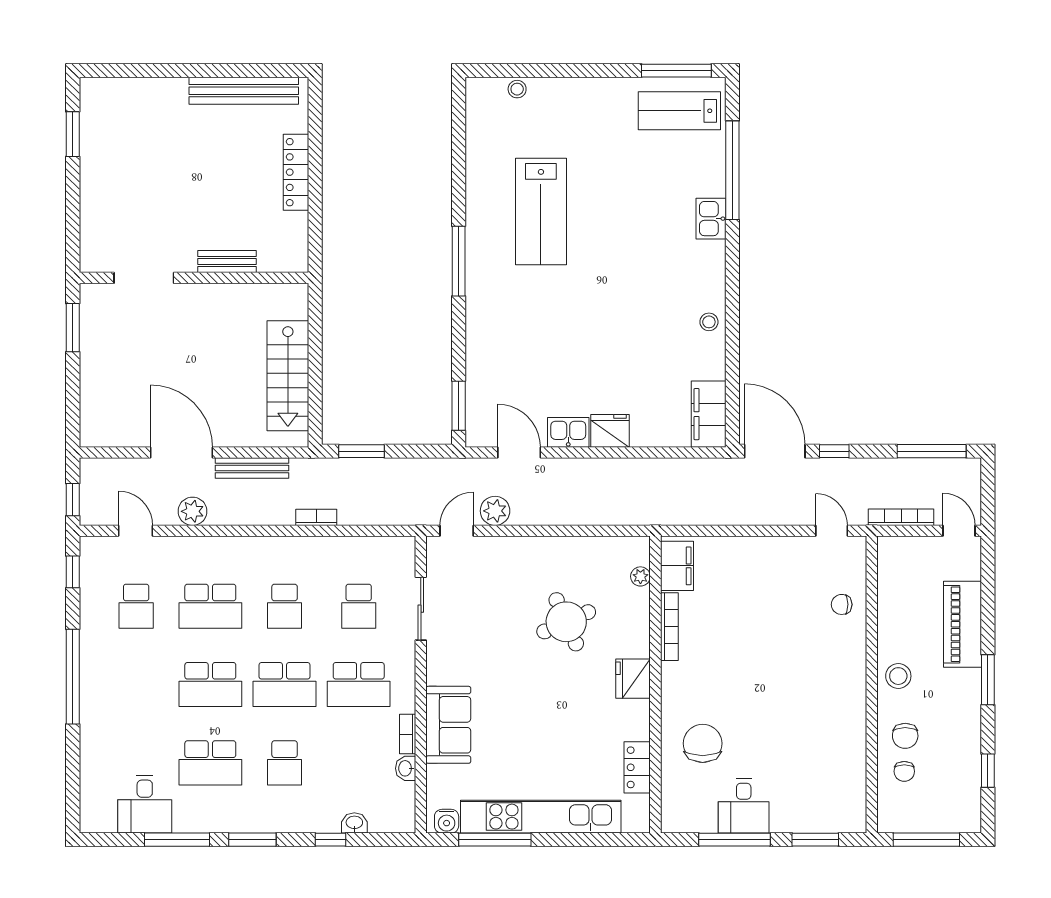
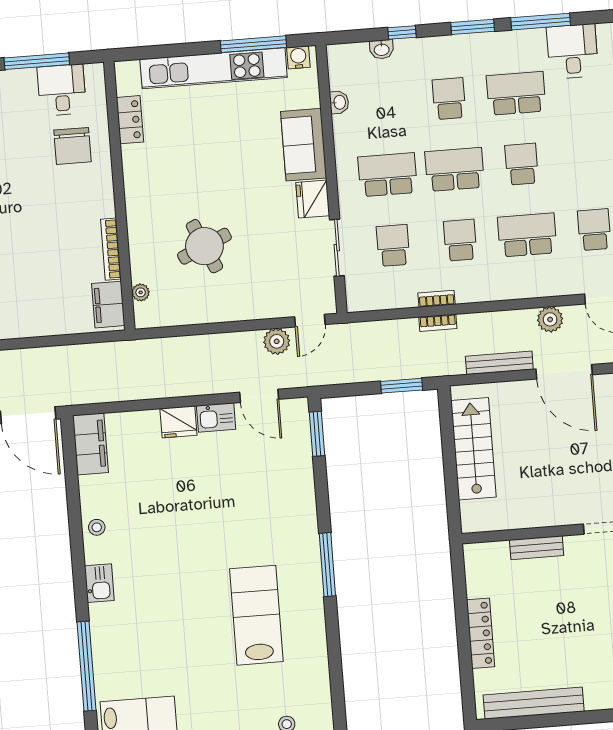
kitchen sink: (711, 219) -> (99, 583), moved
fridge: (633, 679) -> (313, 199), moved, turned 180
school desk: (210, 685) -> (522, 164), width x0.54
bookcase: (408, 734) -> (437, 299), moved, turned -90
desk: (744, 806) -> (62, 90), moved

